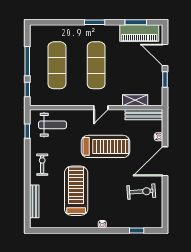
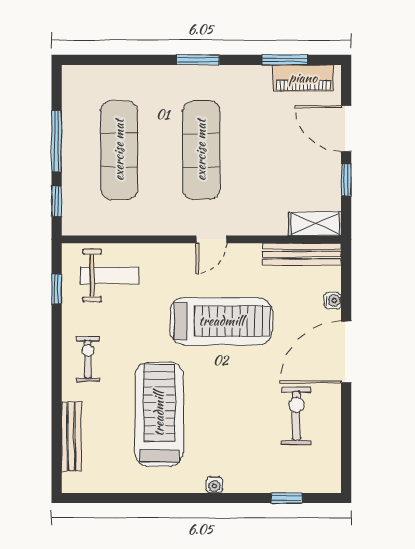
piano: (139, 33) -> (303, 78), width x0.73, depth x0.75
shelving: (135, 100) -> (315, 224), moved
exercise bike: (141, 192) -> (296, 416), turned -86

